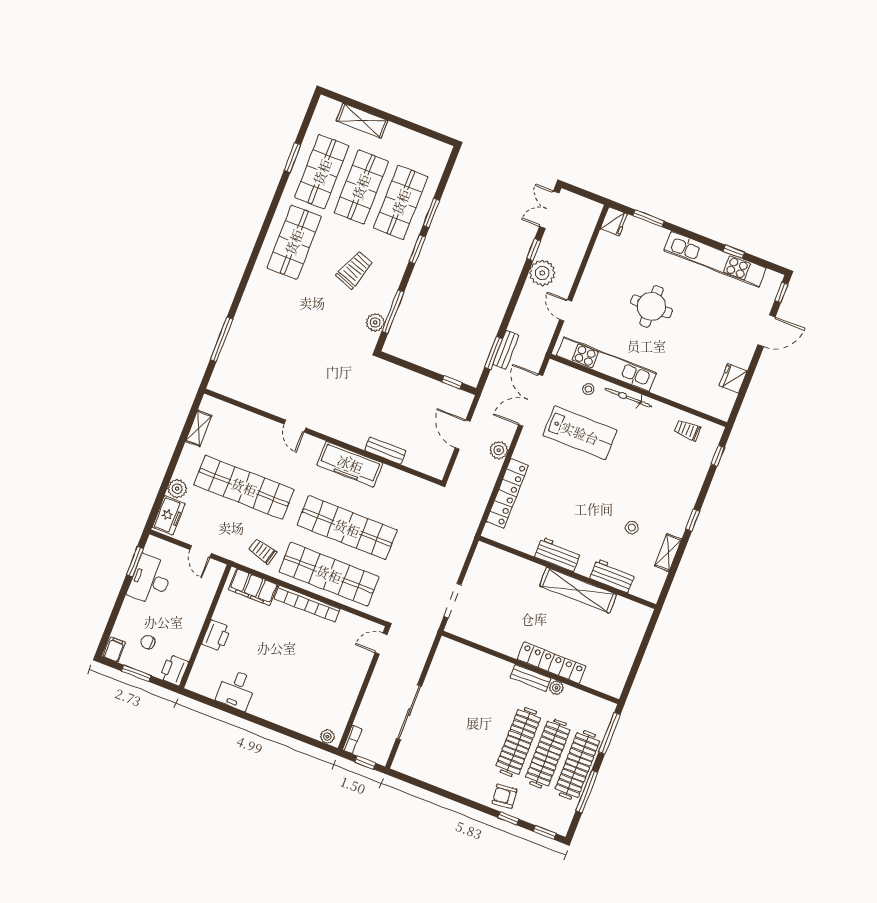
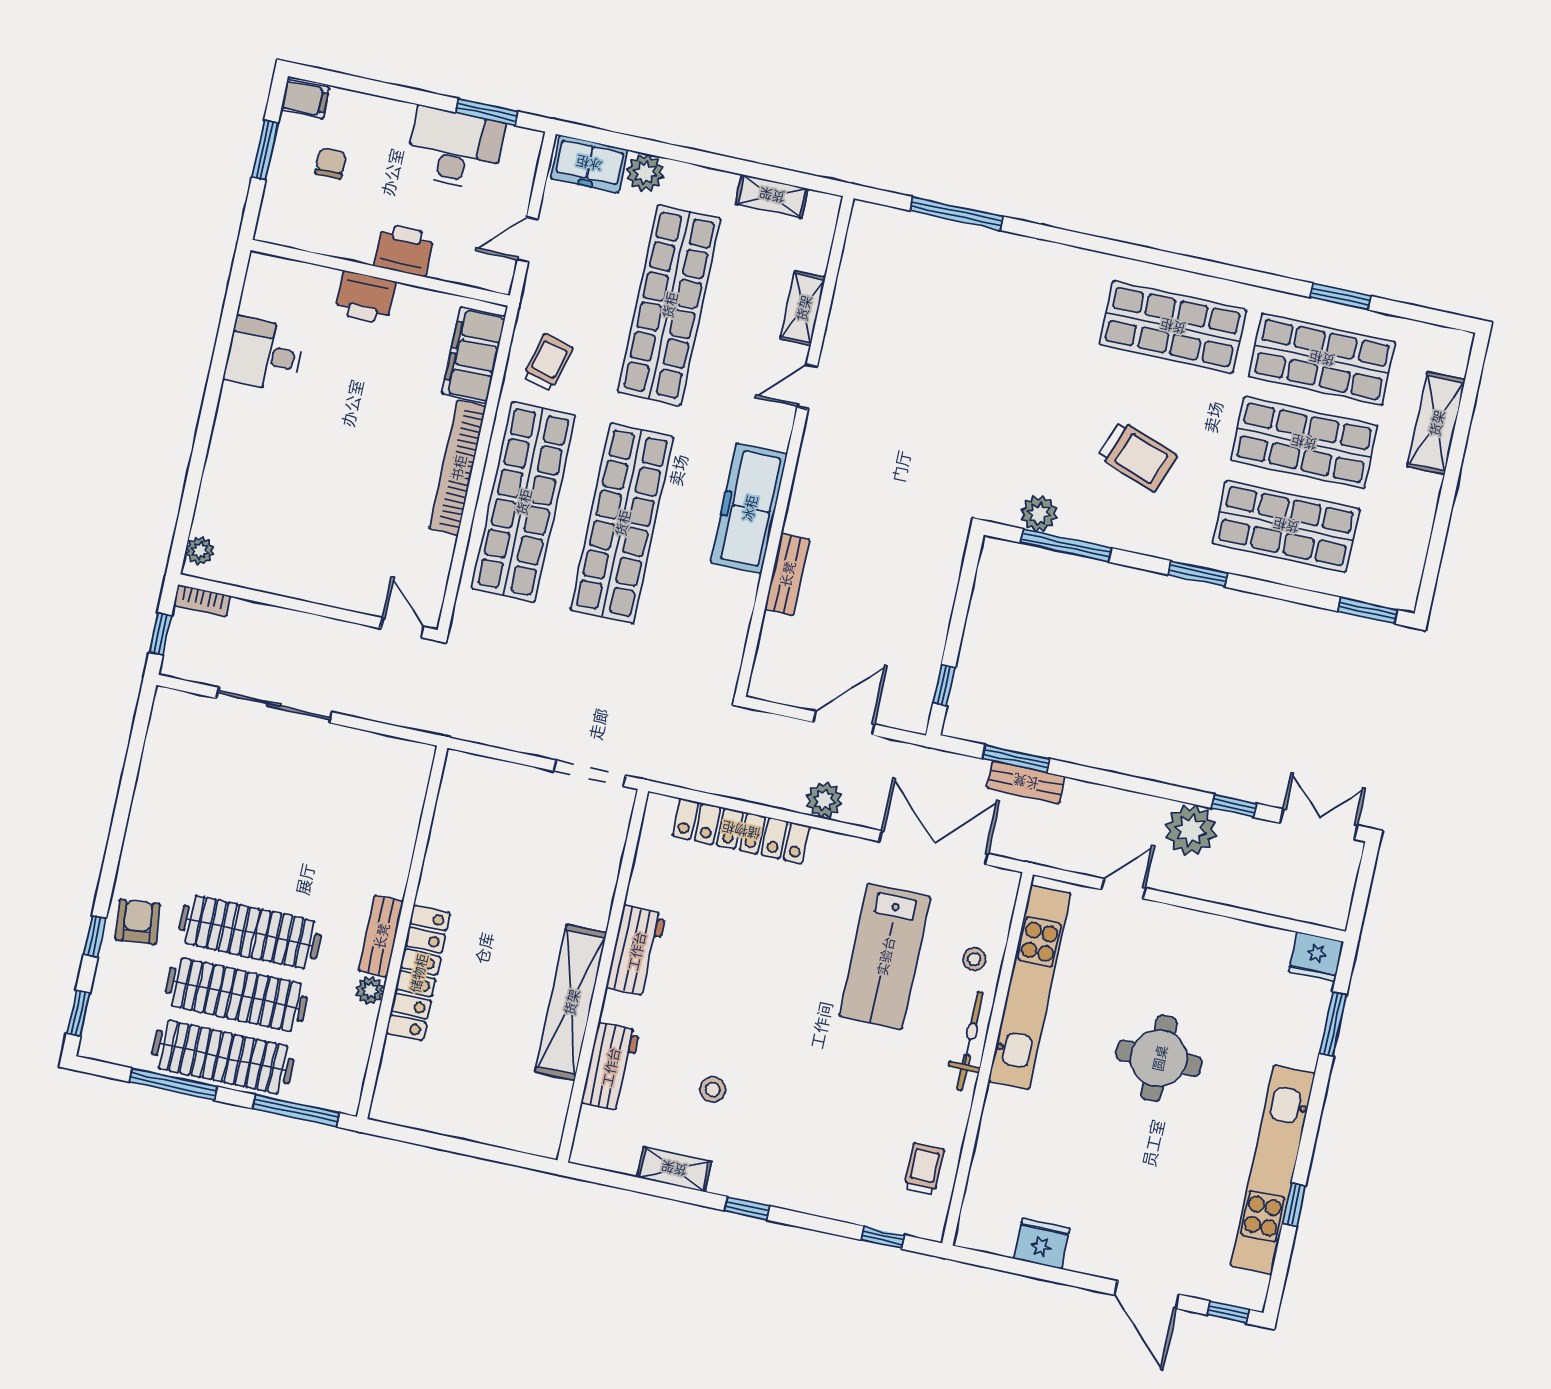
window: (431, 213) -> (1368, 611), moved
shelving: (256, 422) -> (803, 308), added
doorway: (453, 601) -> (590, 773), moved
printer: (174, 670) -> (404, 250), moved

